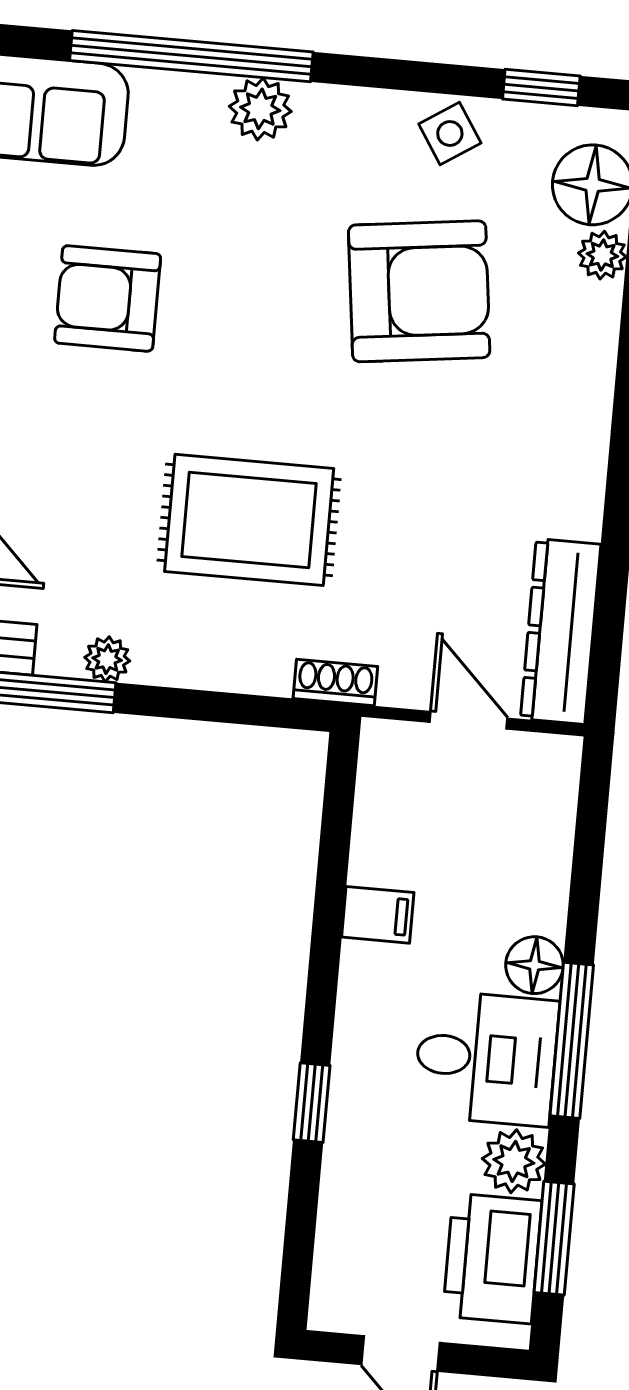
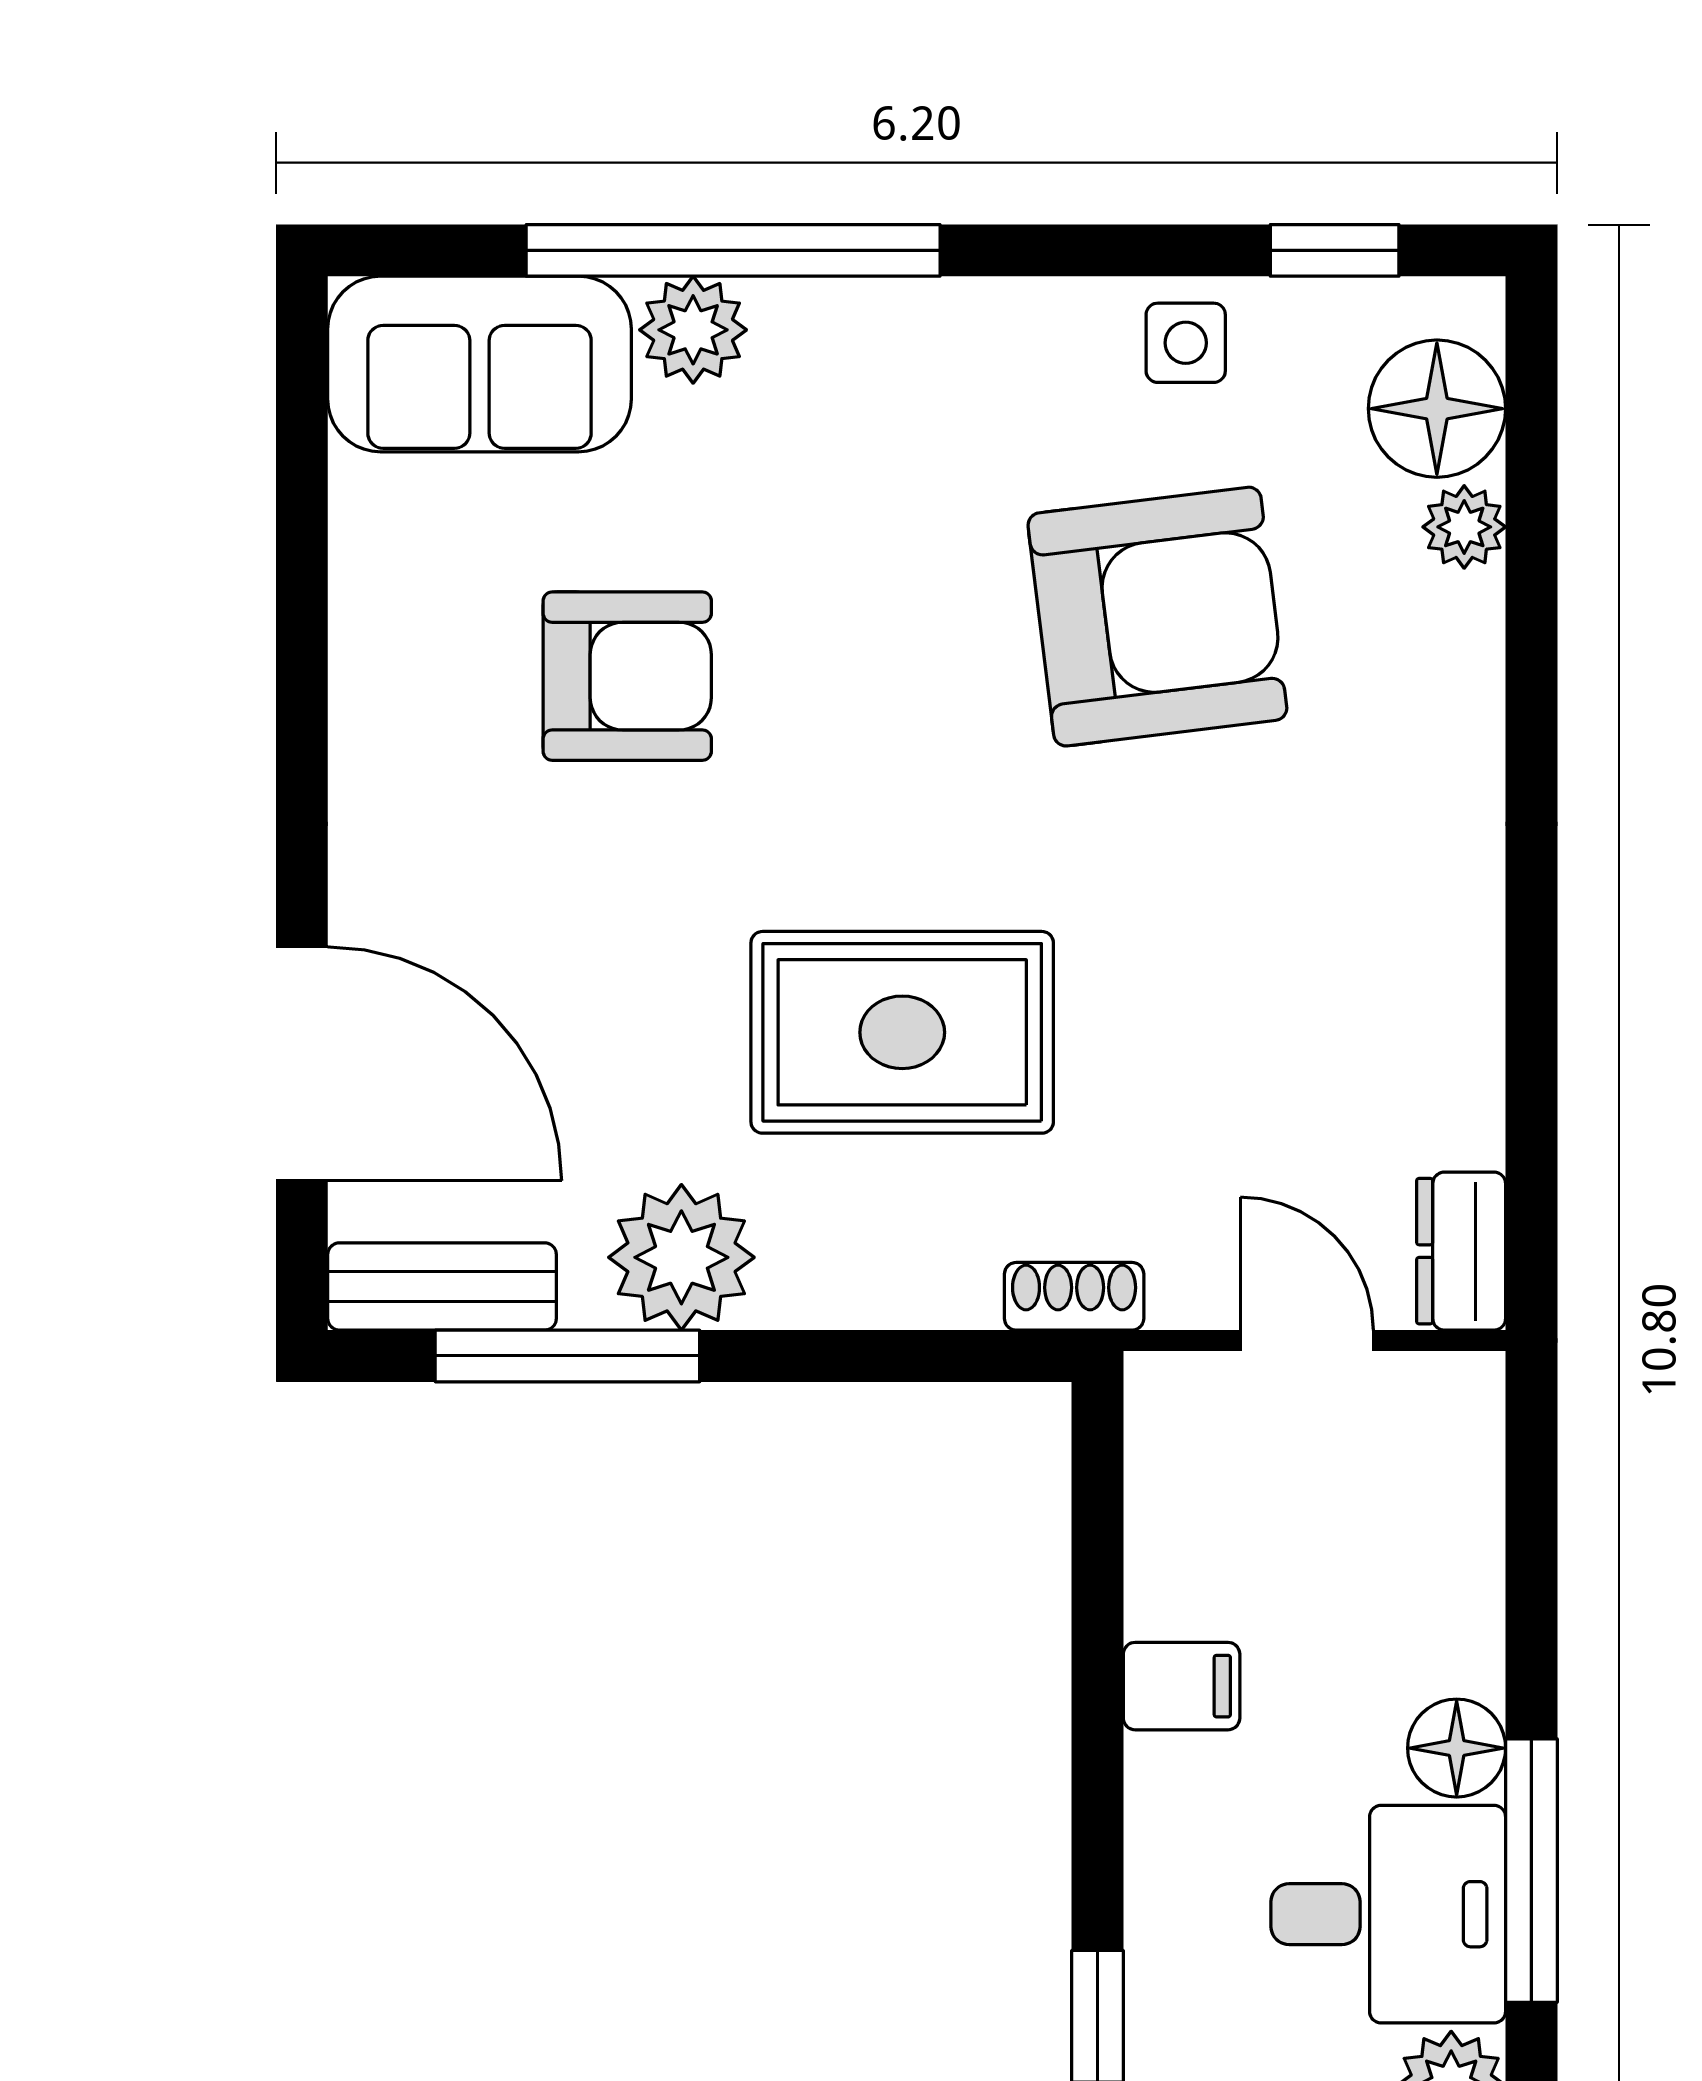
plant: (260, 109) -> (693, 330), moved
side table: (450, 133) -> (1186, 343), turned 33
armchair: (108, 298) -> (627, 676), turned 180
dresser: (561, 631) -> (1461, 1251), width x0.51, depth x0.80
plant: (107, 659) -> (681, 1257), width x1.88, depth x1.88

